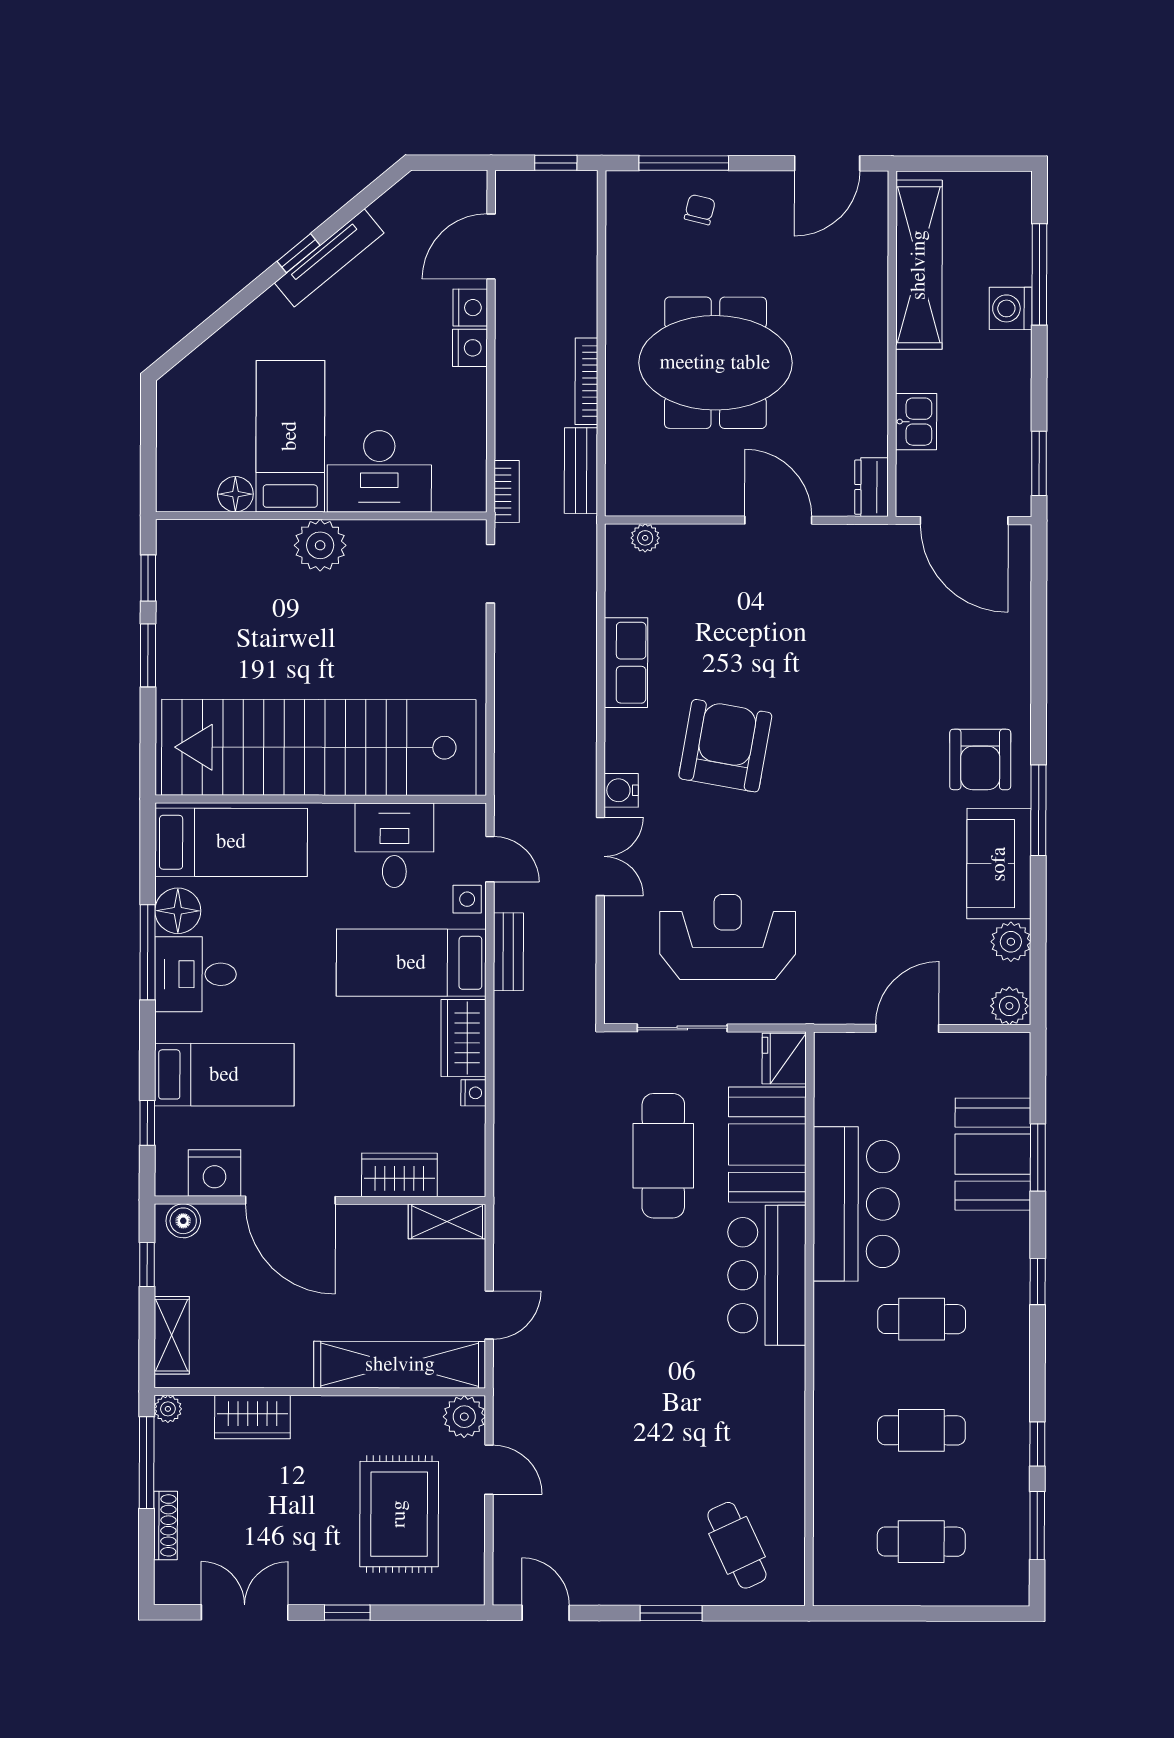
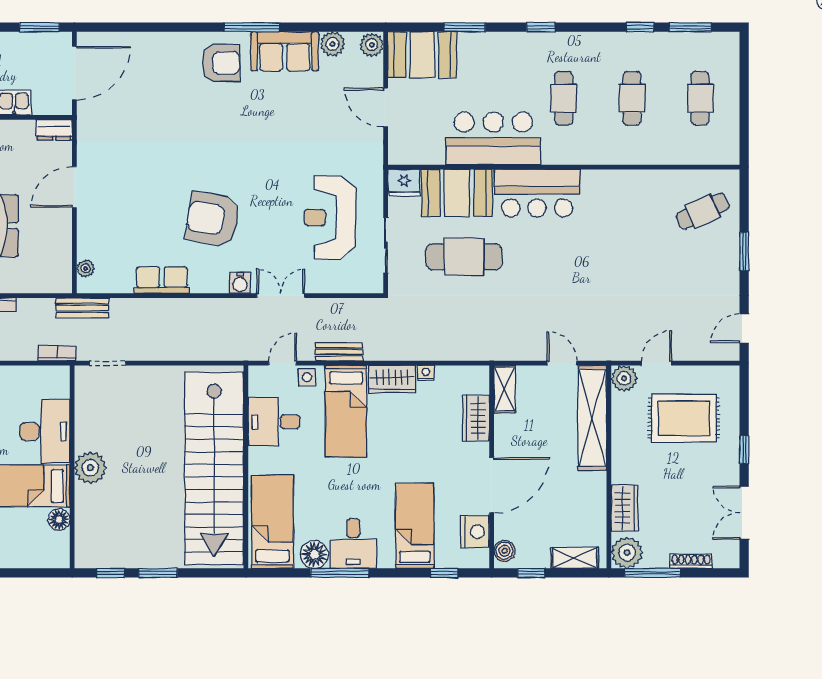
bench: (581, 471) -> (82, 308), moved
booth: (993, 1154) -> (422, 55), moved
plant: (168, 1409) -> (627, 553), width x1.88, depth x1.88

